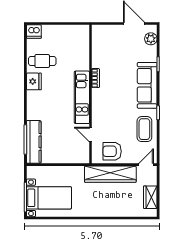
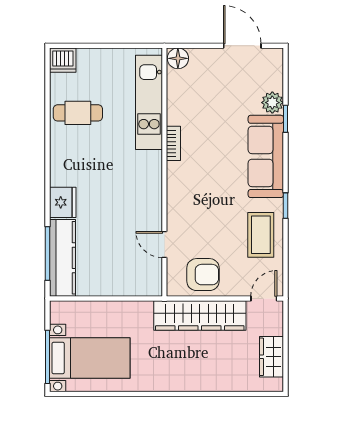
floor lamp: (98, 31) -> (178, 58), added
plant: (151, 39) -> (272, 103), moved
fridge: (34, 81) -> (63, 202), moved
kitchen unit: (82, 97) -> (149, 102), moved
armchair: (112, 151) -> (203, 275), turned 180

